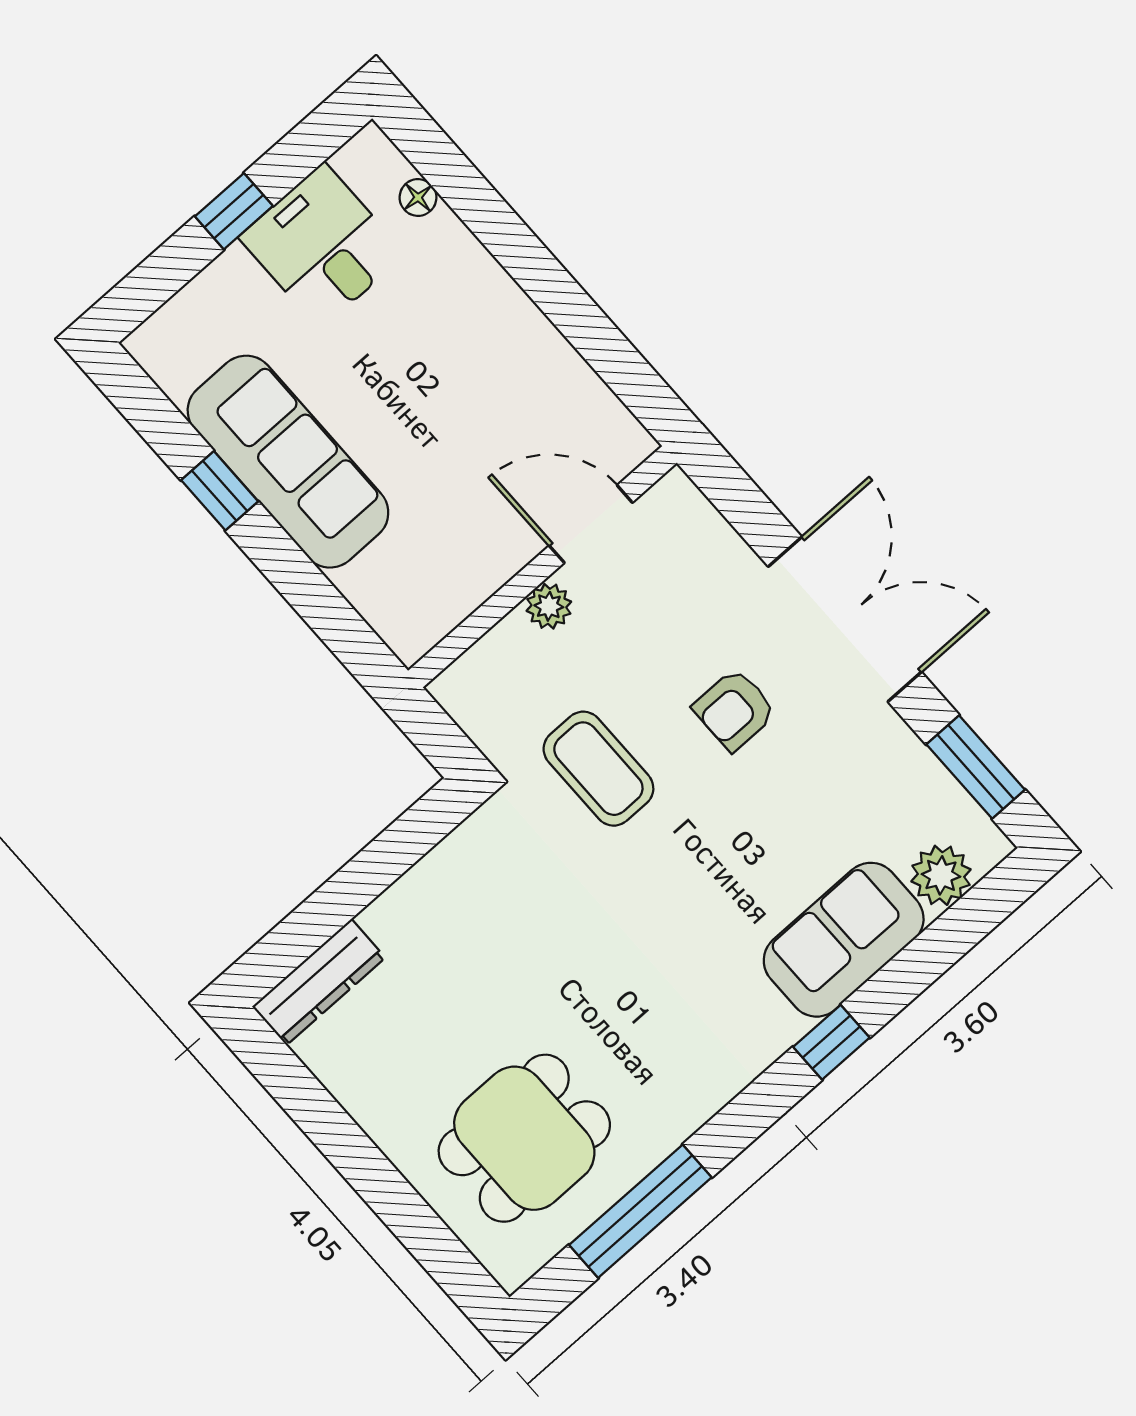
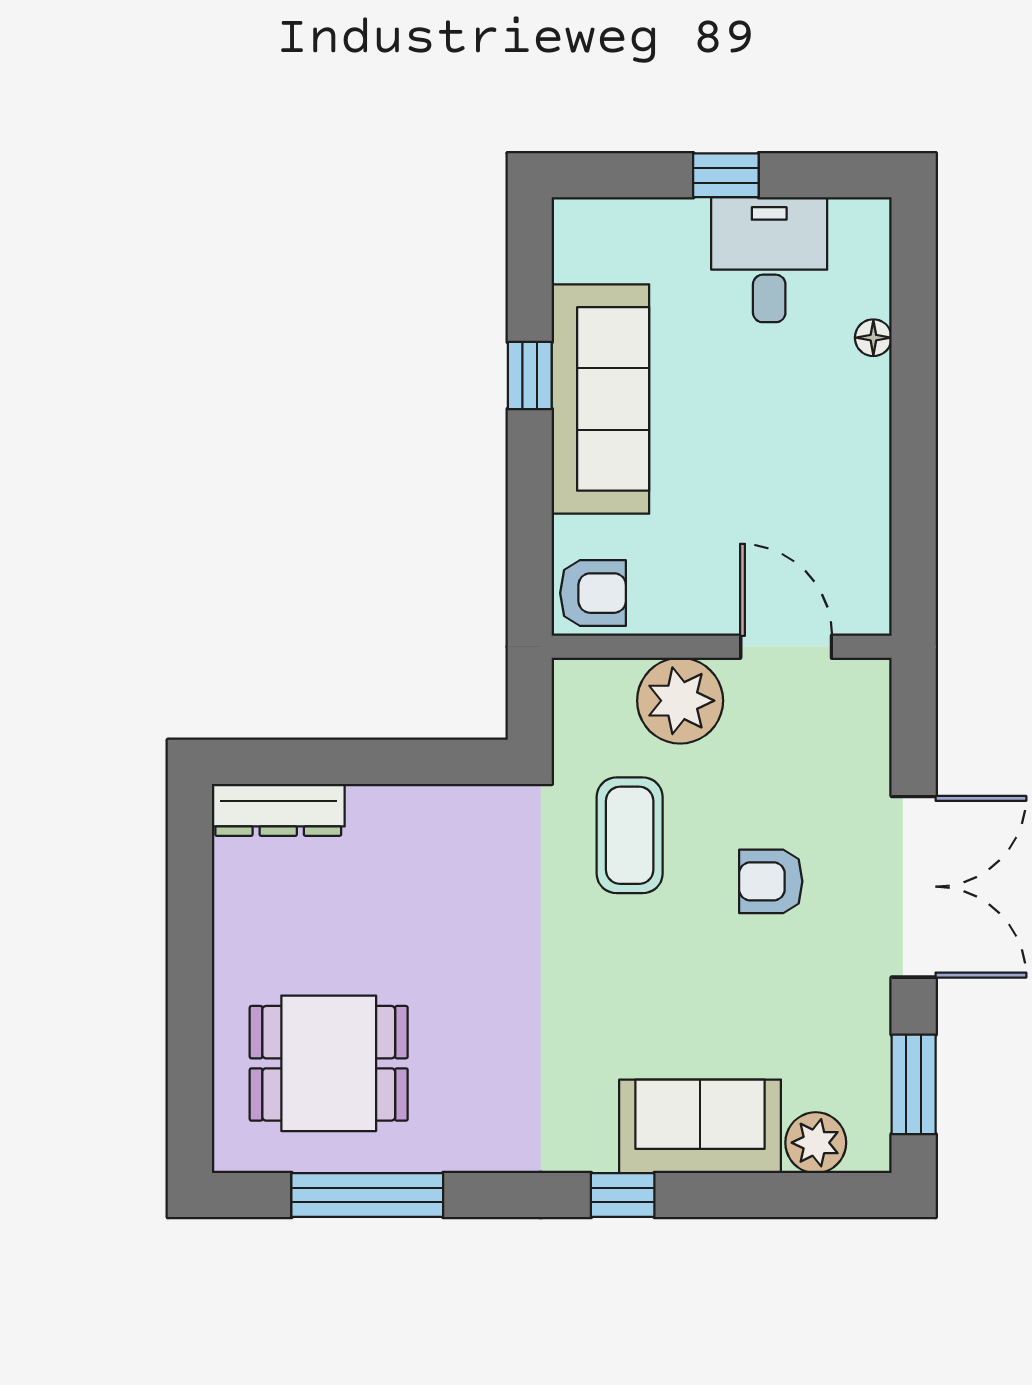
floor lamp: (418, 197) -> (873, 338), moved
plant: (549, 606) -> (680, 701), width x1.88, depth x1.88
armchair: (411, 612) -> (593, 593), added

